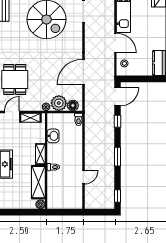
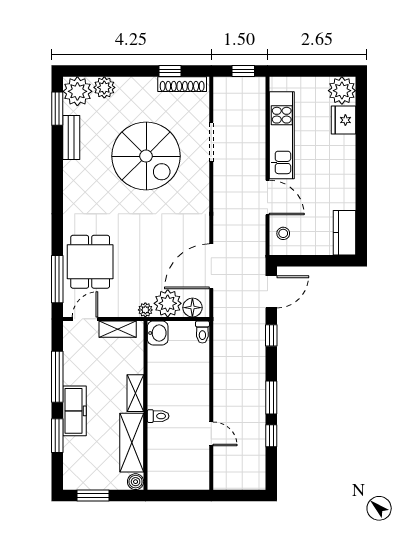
door: (83, 72) -> (211, 266), moved
washbasin: (53, 136) -> (158, 333), moved
door: (83, 177) -> (211, 434), hinge flipped
window: (118, 196) -> (271, 436), moved
window: (16, 212) -> (93, 495), added

